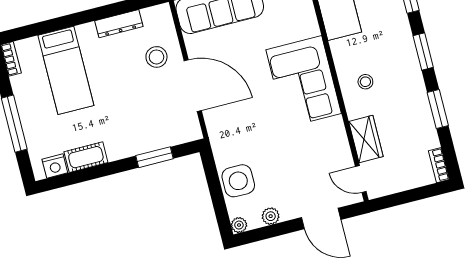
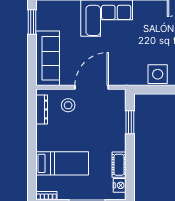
dresser: (119, 24) -> (42, 109), moved

